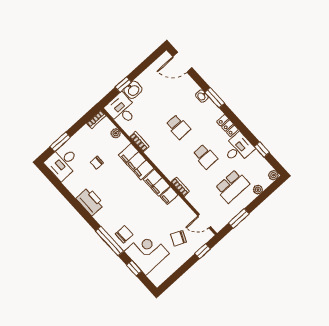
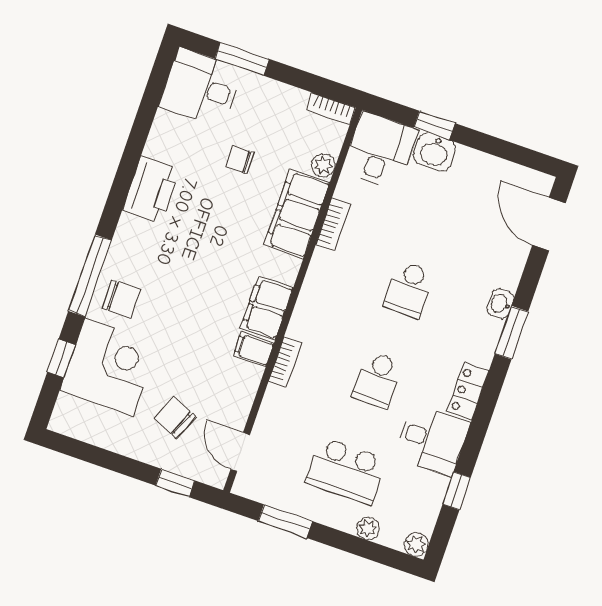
filing cabinet: (136, 162) -> (297, 214), moved

